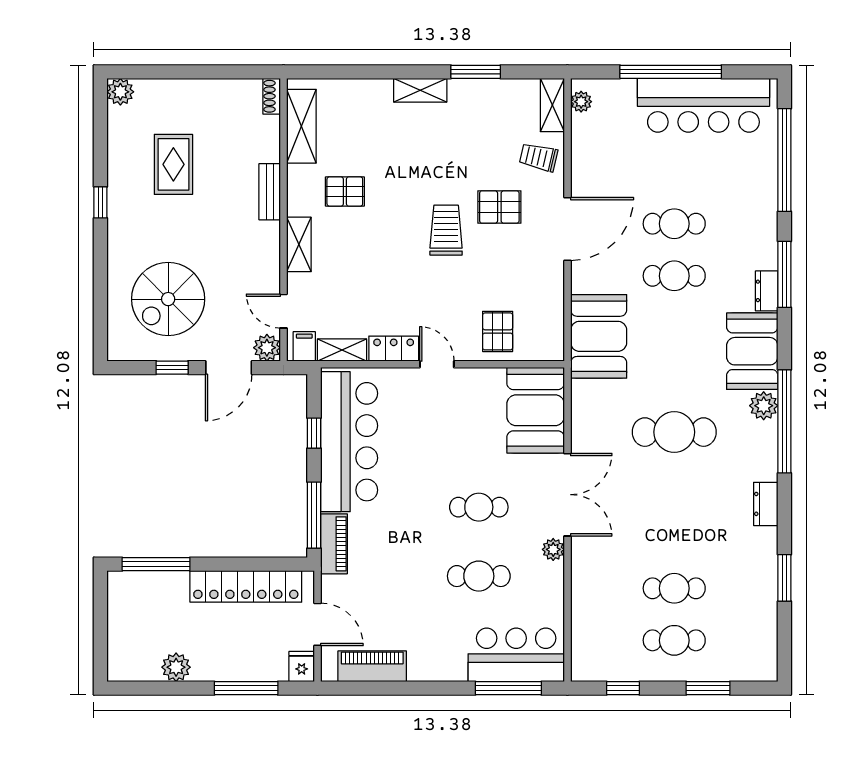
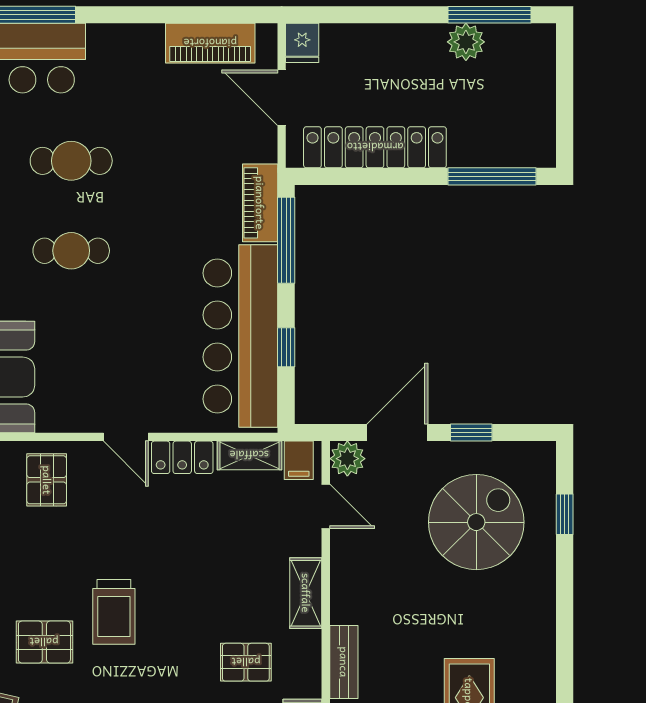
window: (100, 202) -> (565, 514), moved
window: (246, 688) -> (489, 15), moved

